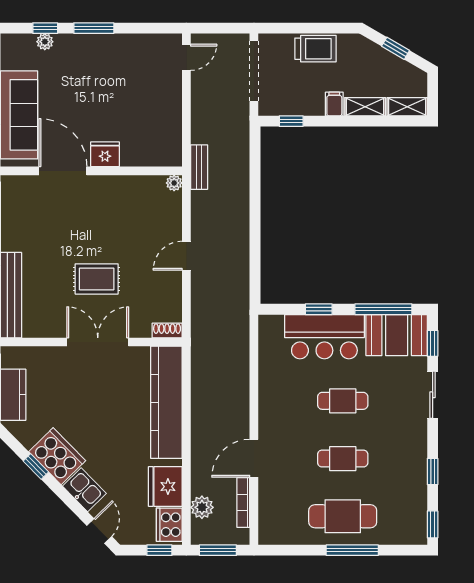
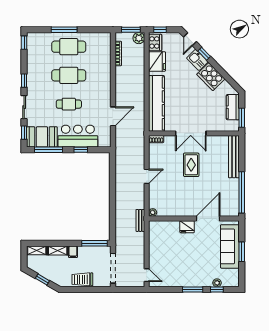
door: (186, 57) -> (147, 275), swing flipped
window: (291, 121) -> (94, 243), width x2.17
door: (63, 171) -> (208, 219), swing flipped
rug: (97, 279) -> (191, 165), turned 90
door: (254, 458) -> (113, 116), moved
cafe table: (343, 459) -> (69, 75), width x1.37, depth x1.35
window: (36, 467) -> (204, 54), moved
window: (433, 472) -> (24, 81), moved
plant: (202, 507) -> (139, 38), moved

